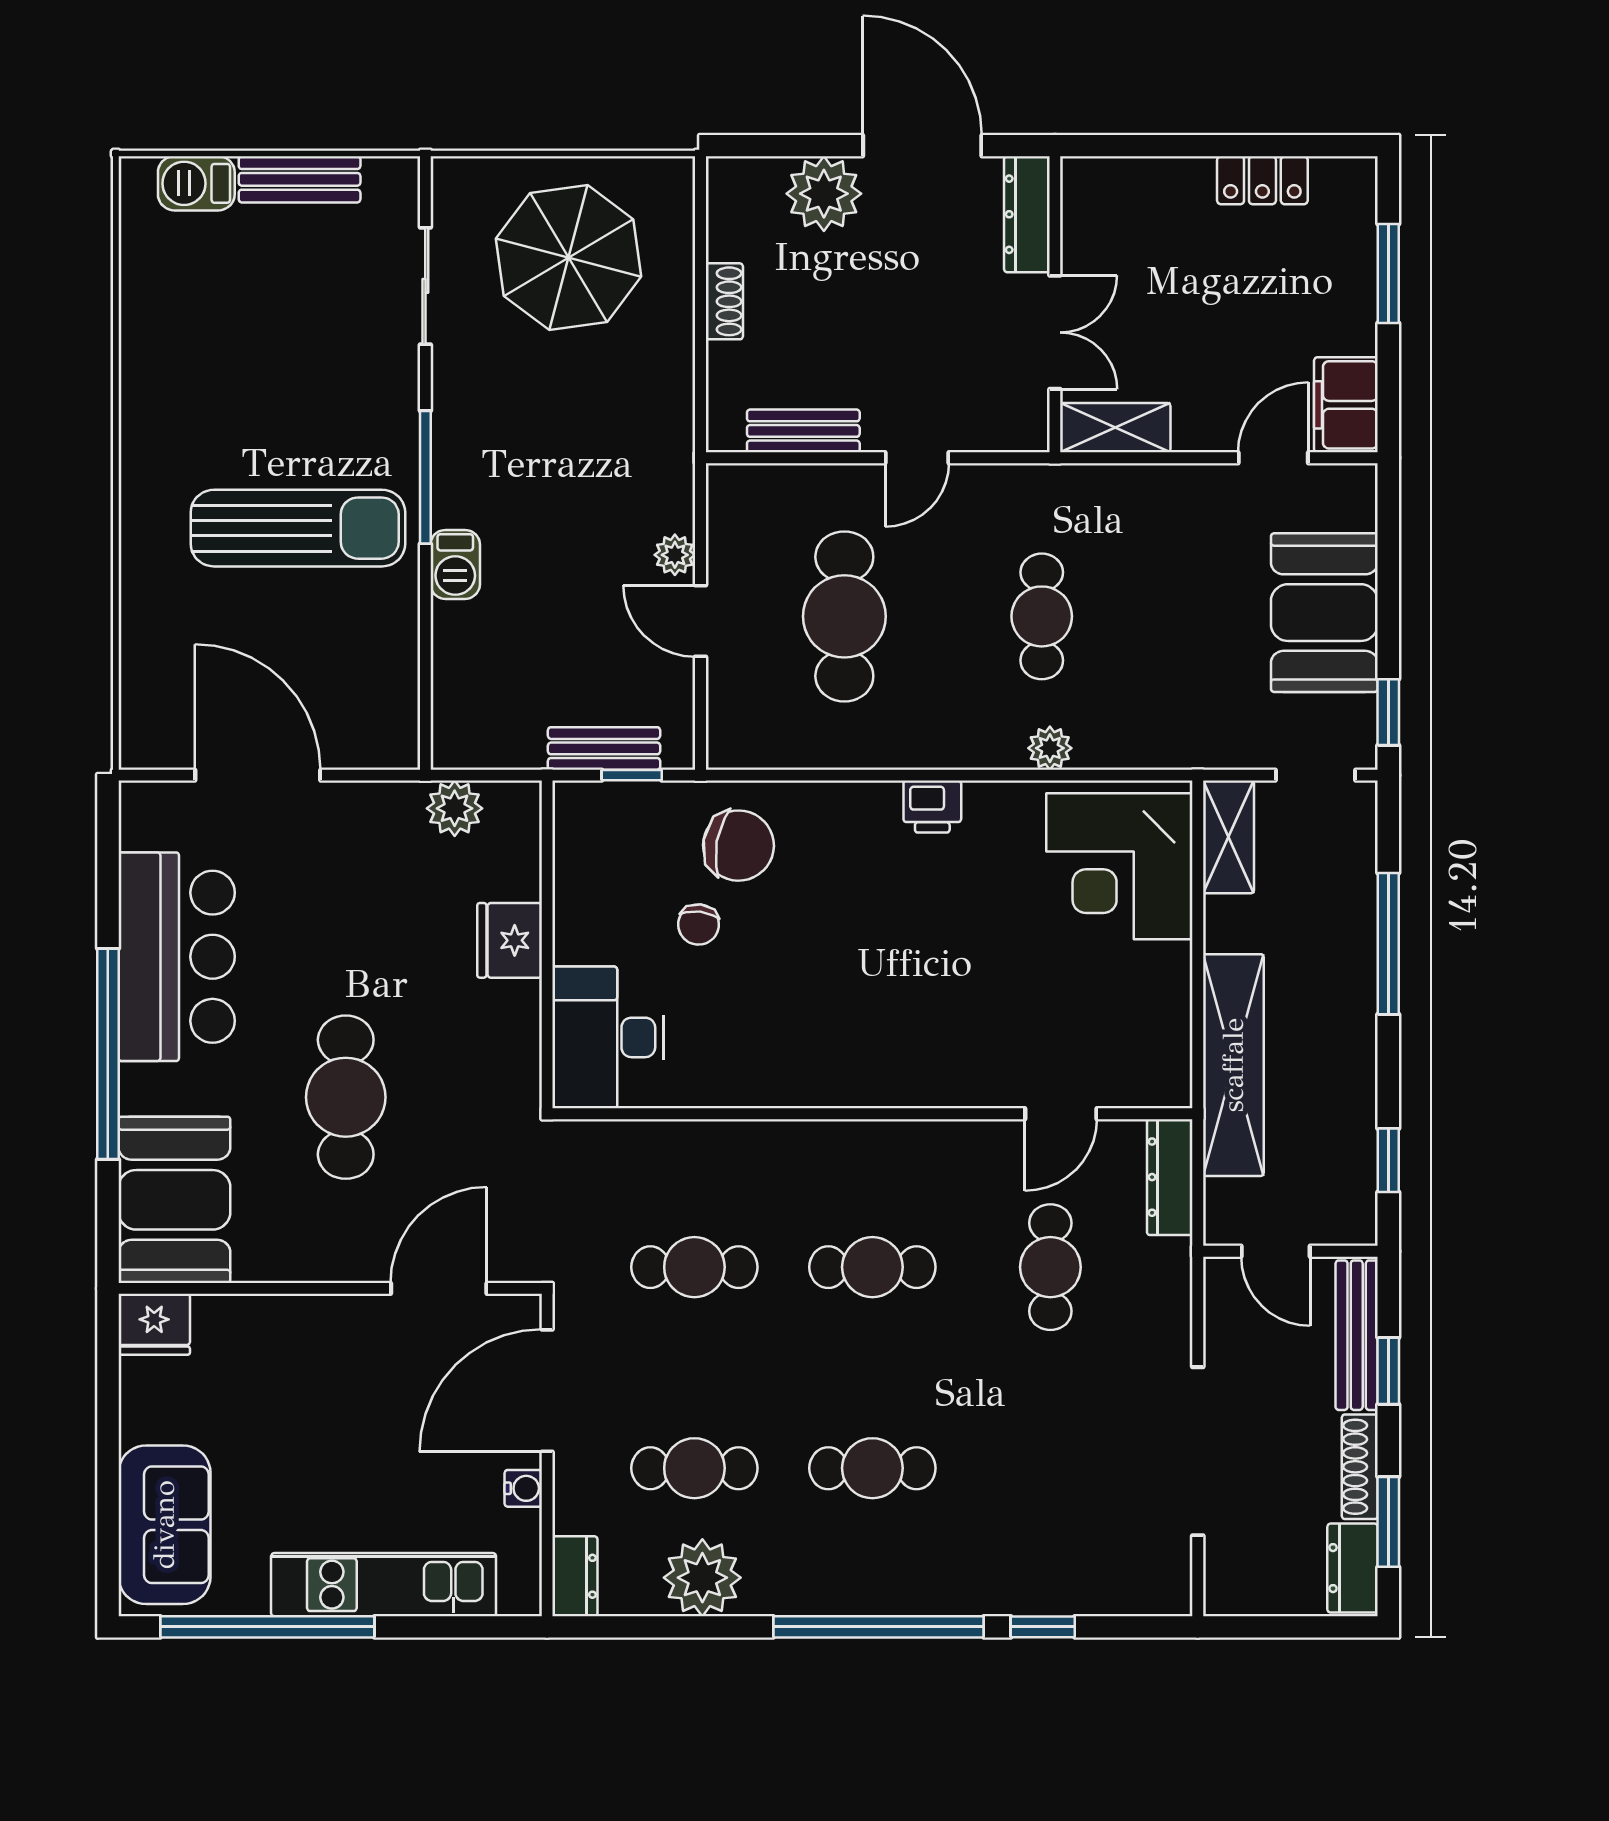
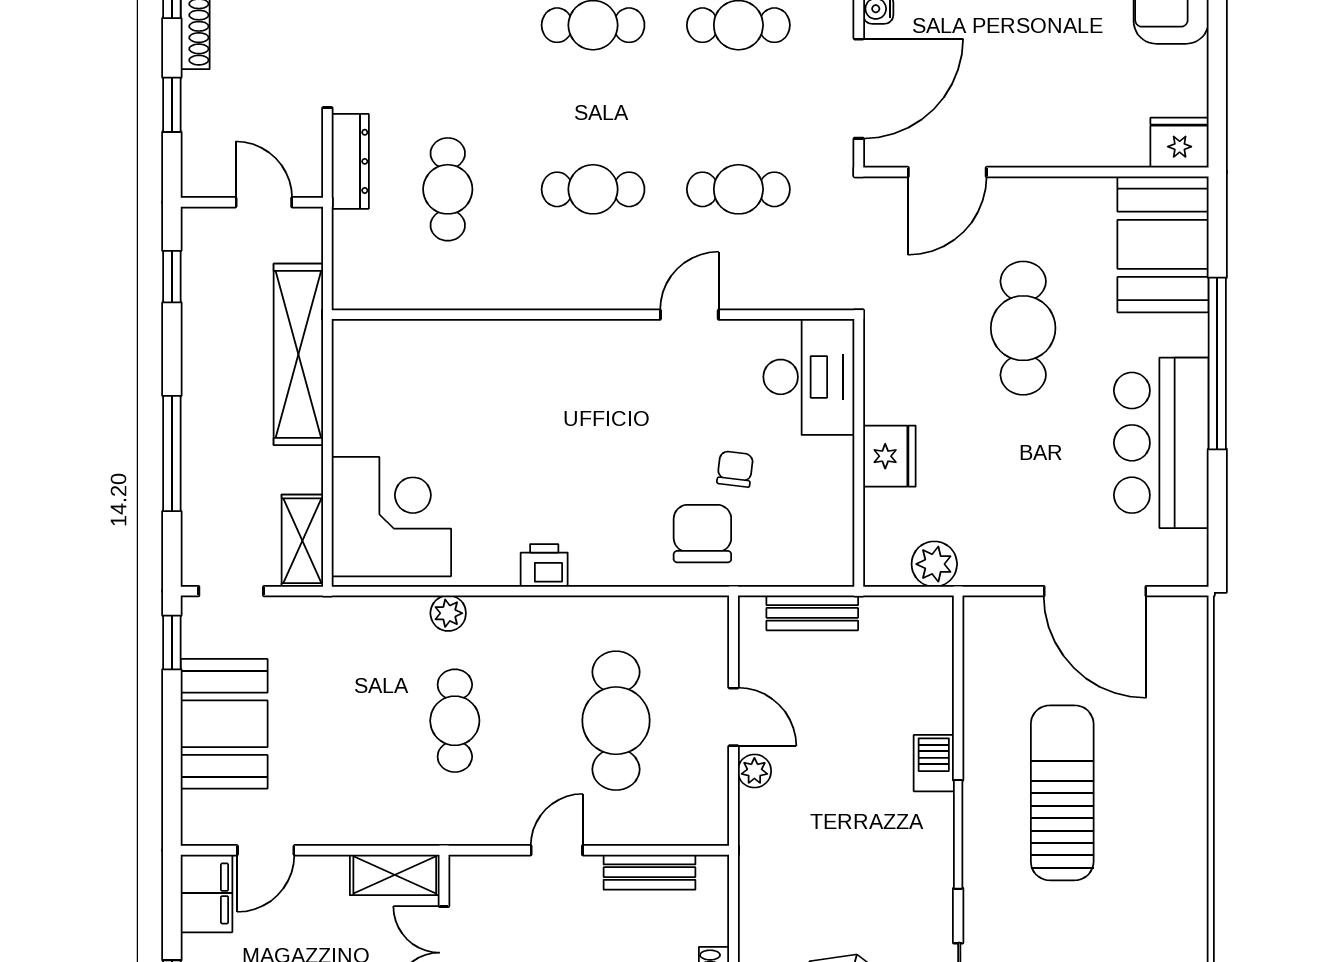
sun lounger: (298, 528) -> (1062, 793), turned 90
window: (632, 775) -> (790, 591), removed
chair: (738, 846) -> (702, 534), turned 80
door: (1061, 1114) -> (689, 315), moved
dresser: (1170, 1177) -> (350, 161), moved
bench: (1357, 1335) -> (198, 134), removed

